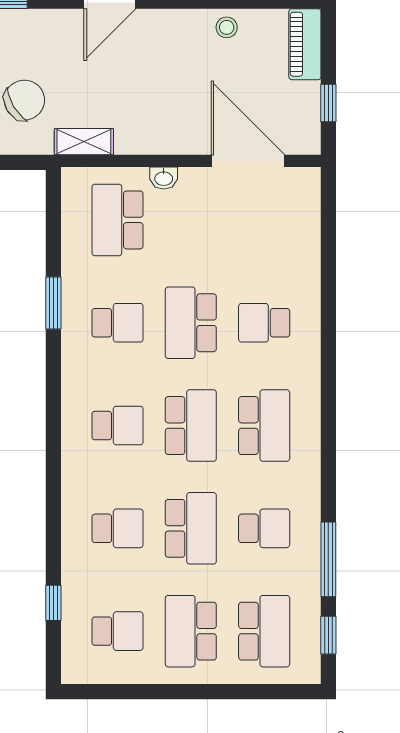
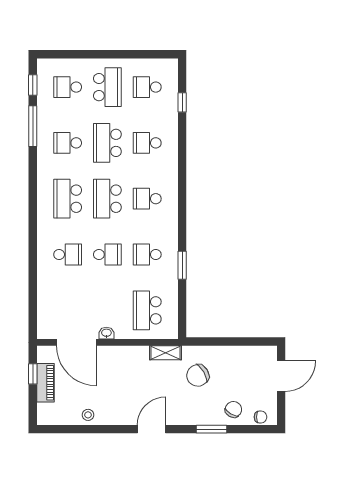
piano: (305, 44) -> (45, 383), moved
washbasin: (164, 178) -> (106, 333), moved
school desk: (118, 220) -> (147, 310), turned 180
school desk: (191, 323) -> (107, 255), width x0.54
school desk: (264, 631) -> (68, 87), width x0.54

